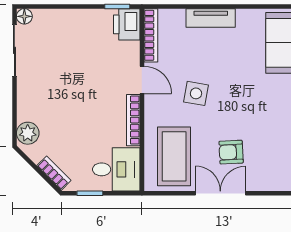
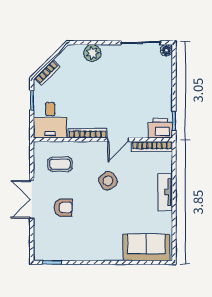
side table: (196, 93) -> (108, 181), turned 45
plant: (28, 133) -> (92, 53), moved
armchair: (231, 152) -> (63, 208), turned 93
coffee table: (174, 156) -> (60, 164), width x0.54, depth x0.58
double door: (220, 193) -> (32, 199), swing flipped

